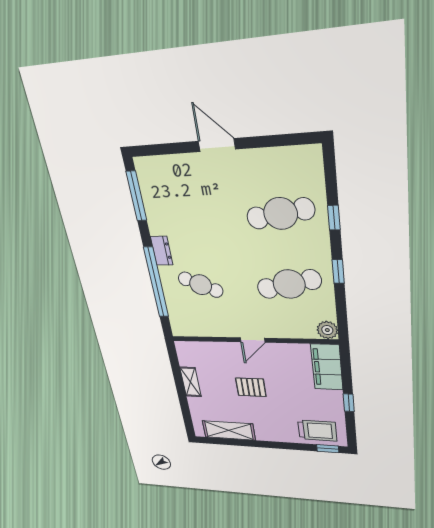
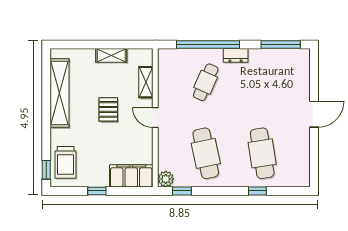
window: (338, 272) -> (182, 191), moved
shelving: (213, 349) -> (146, 82), added
shelving: (229, 430) -> (60, 93), width x1.47

